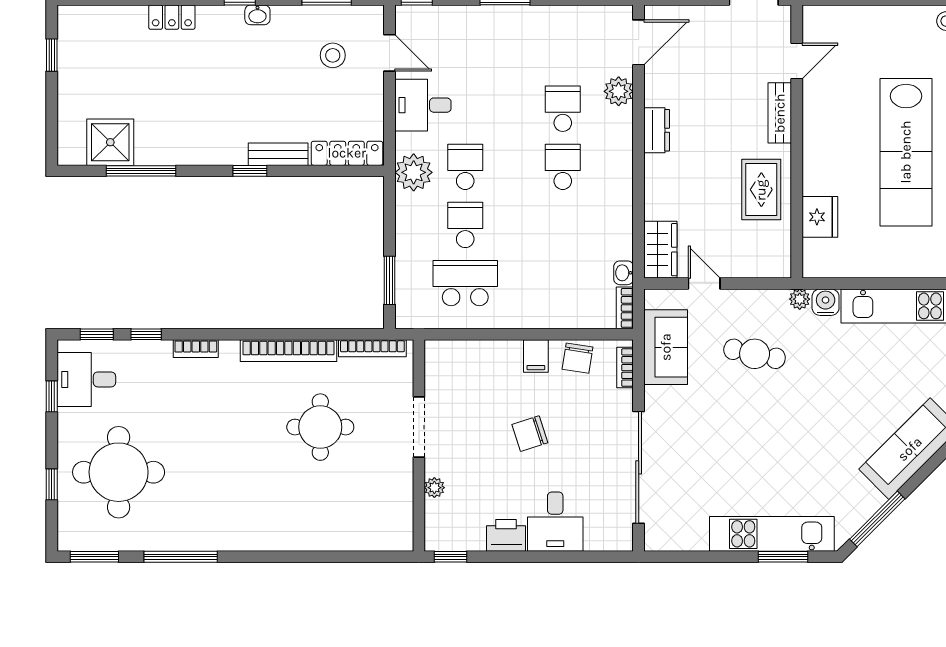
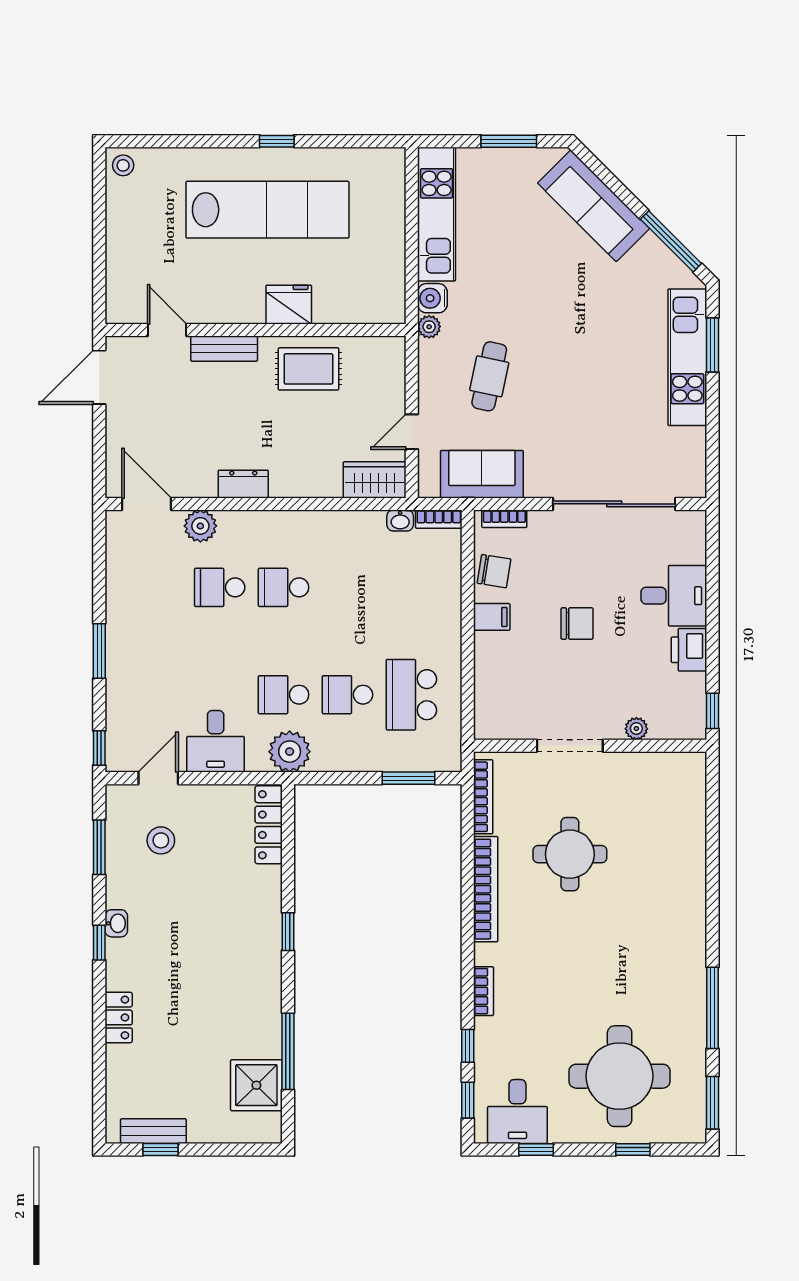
bench: (278, 154) -> (153, 1131), moved, turned 90
fridge: (820, 217) -> (289, 305), moved
chair: (530, 434) -> (577, 624), turned -72

